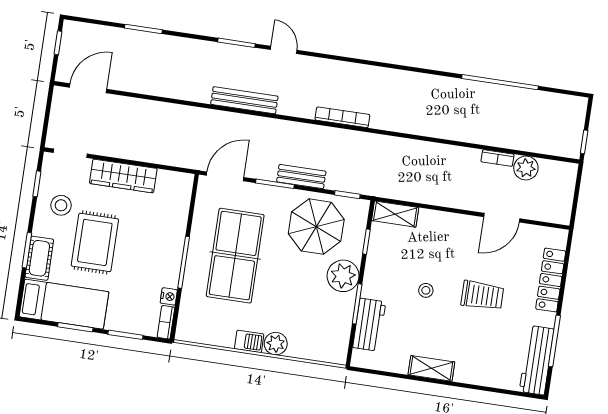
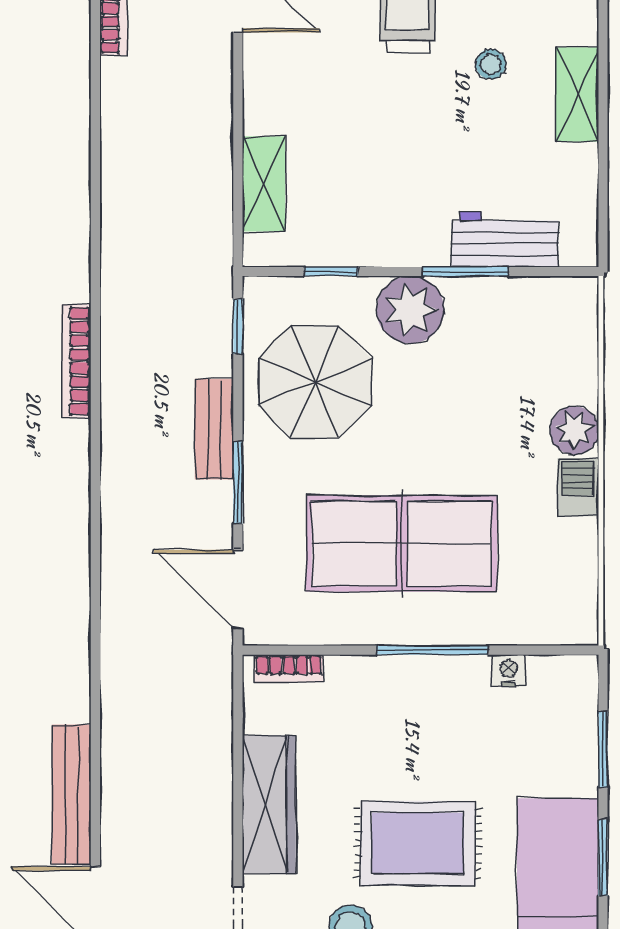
bench: (244, 100) -> (71, 794), moved
shelving: (395, 214) -> (264, 184), moved
stool: (426, 290) -> (491, 64), moved
bookcase: (166, 322) -> (289, 668), moved

